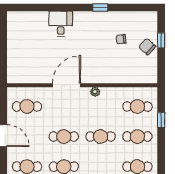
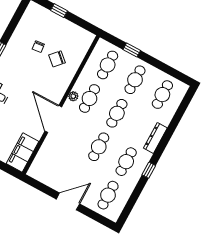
chair: (147, 47) -> (57, 59), moved
filing cabinet: (24, 75) -> (23, 153), added
cafe table: (27, 107) -> (89, 98), moved

